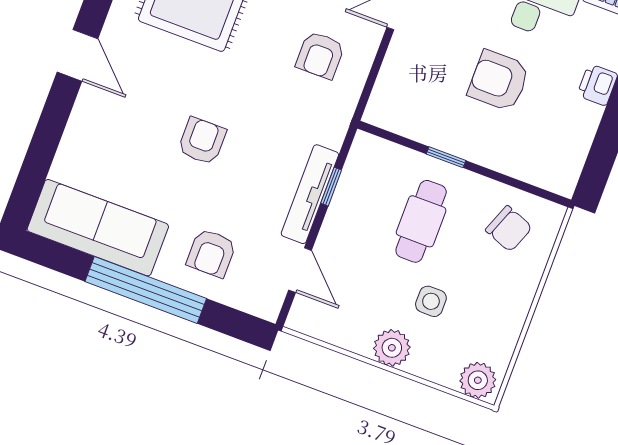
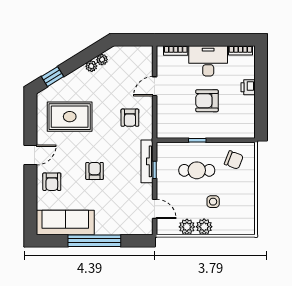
door: (77, 55) -> (30, 155), hinge flipped
tv unit: (310, 194) -> (147, 161), moved
cafe table: (421, 221) -> (197, 170), turned 90
armchair: (211, 253) -> (52, 182), moved
plant: (478, 380) -> (187, 227), moved

